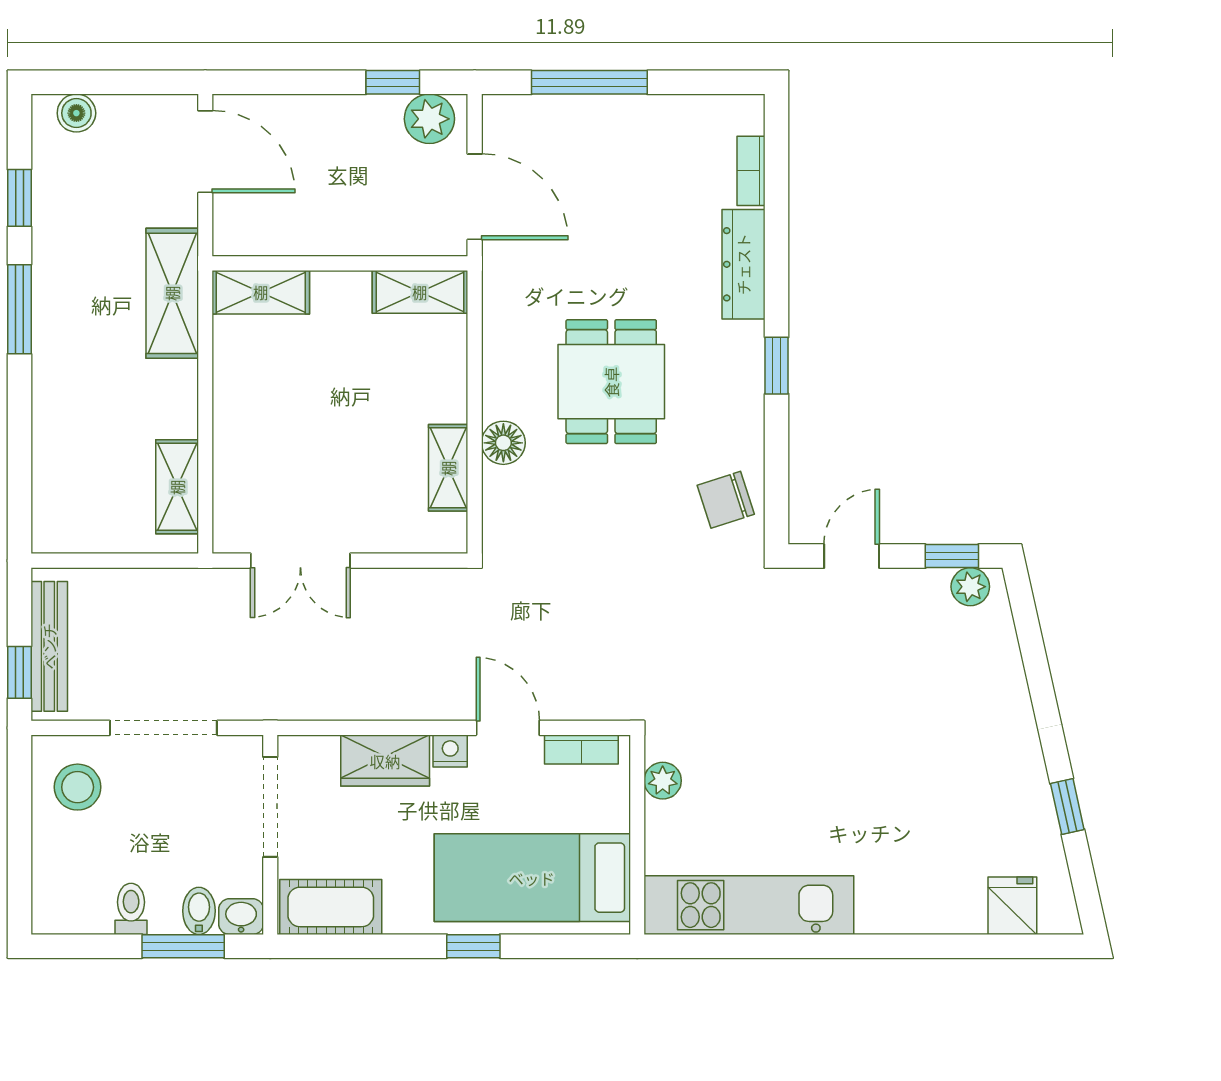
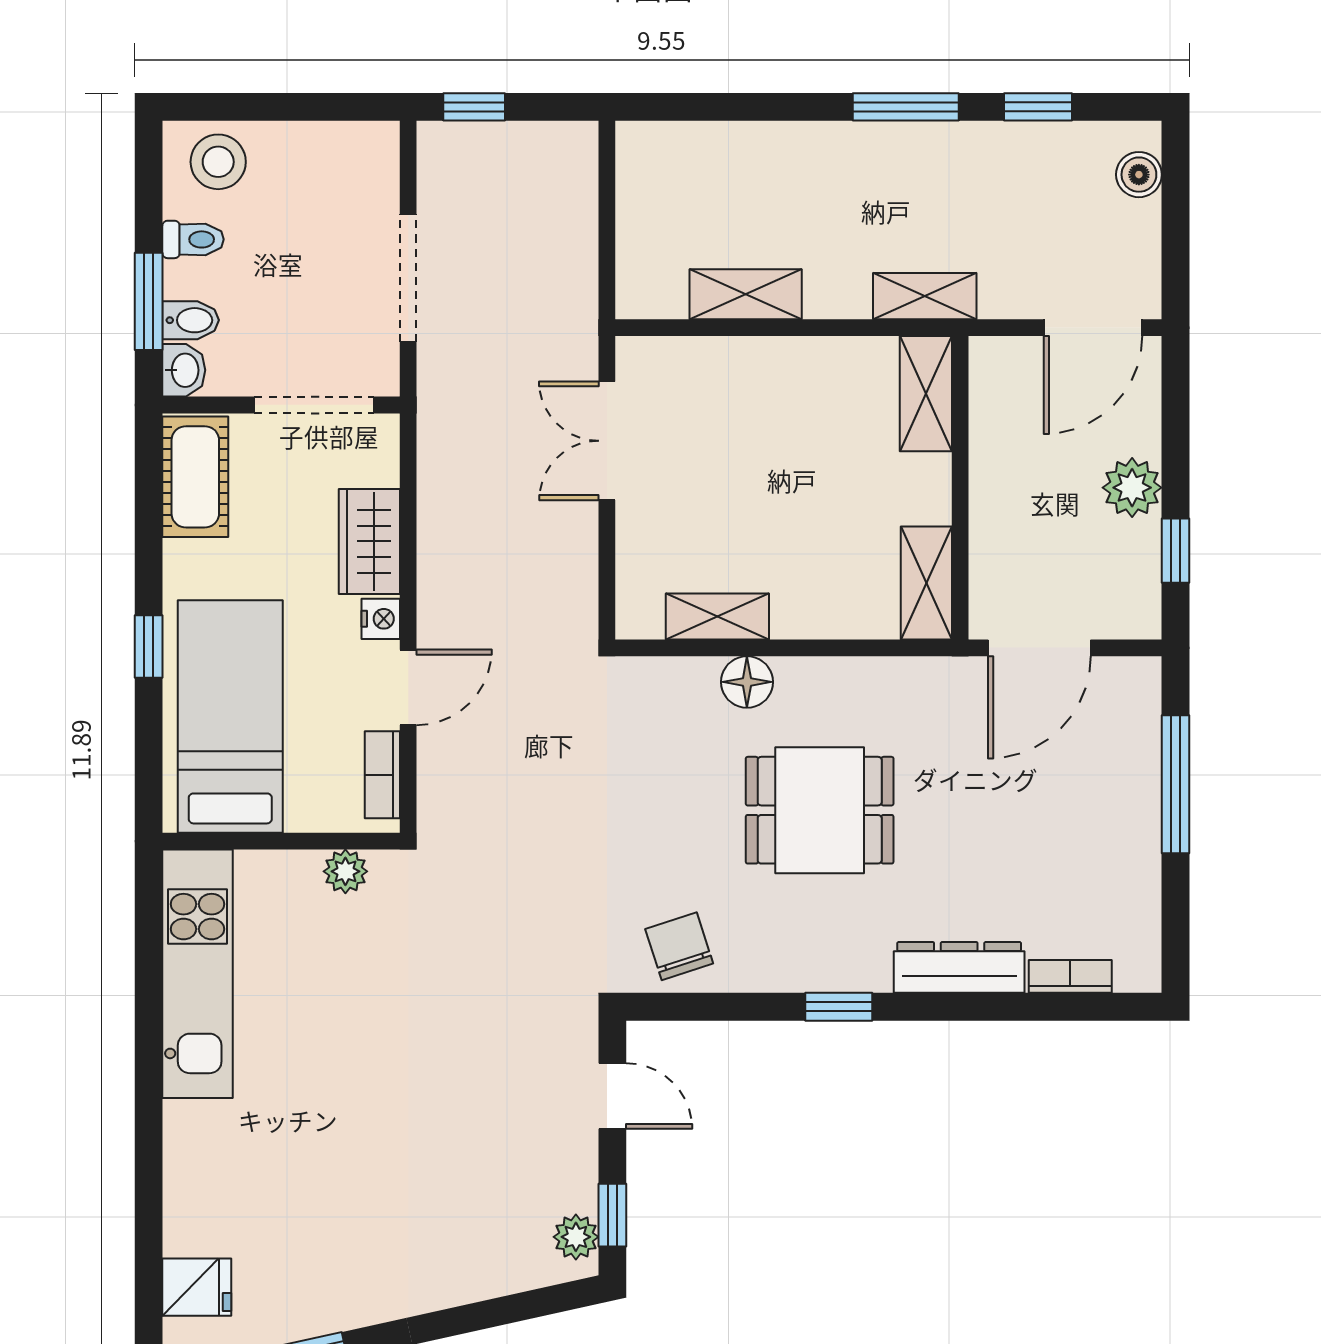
plant: (429, 119) -> (1132, 488), moved
shelving: (172, 293) -> (925, 296), width x0.67, depth x0.75
shelving: (177, 487) -> (746, 294), moved
bench: (49, 646) -> (505, 142), removed
stool: (78, 787) -> (218, 162), moved

